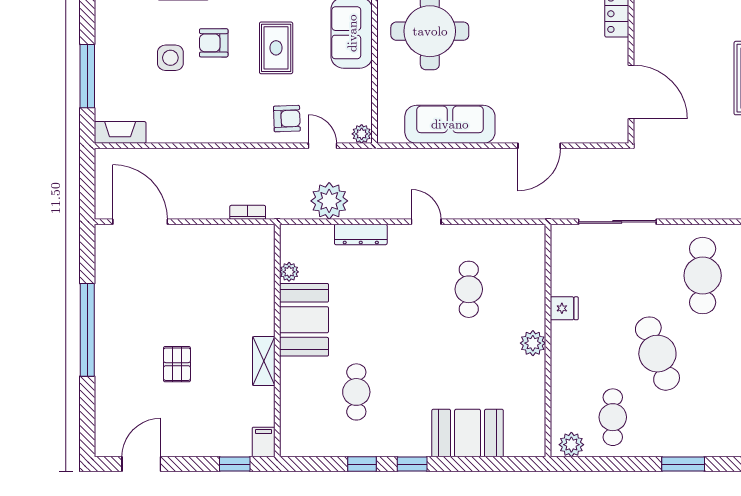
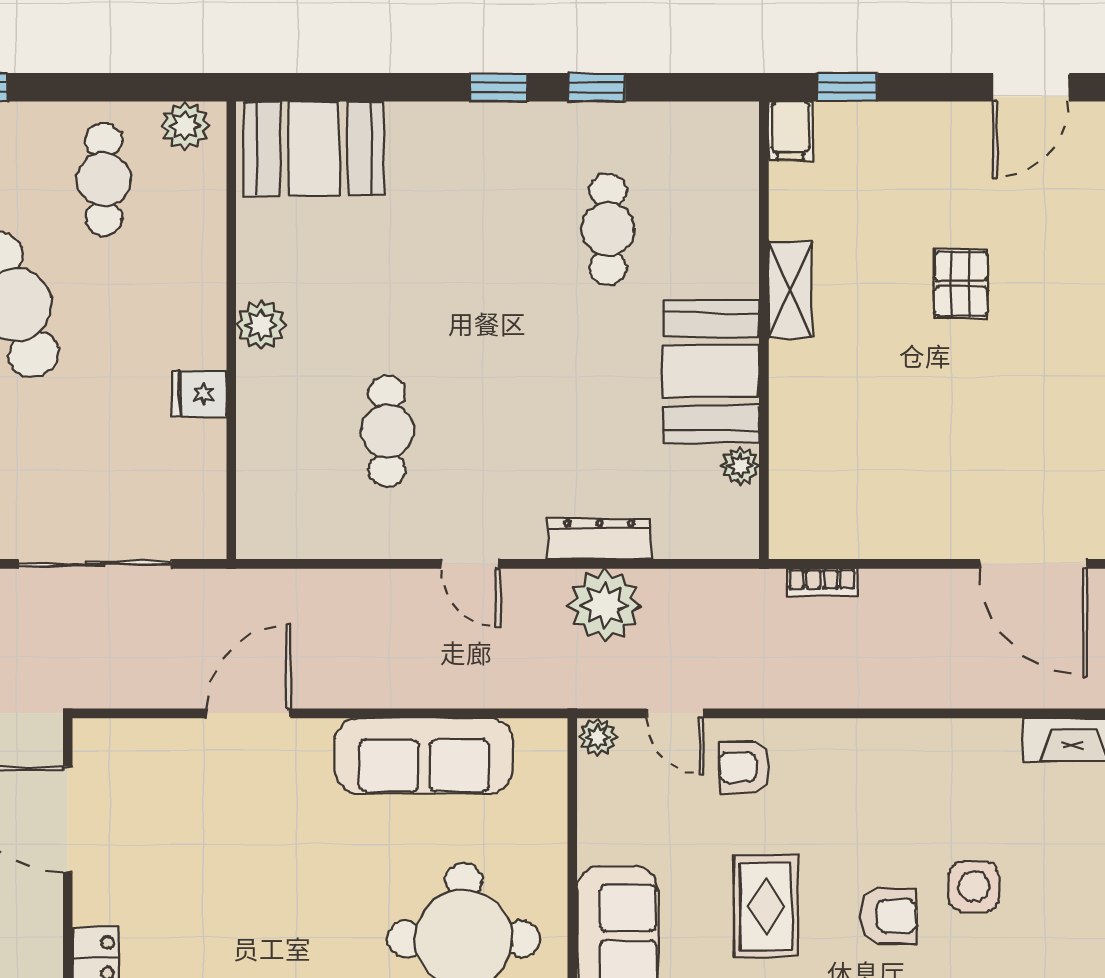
plant: (329, 201) -> (605, 605), moved
booth: (468, 433) -> (314, 148), moved

